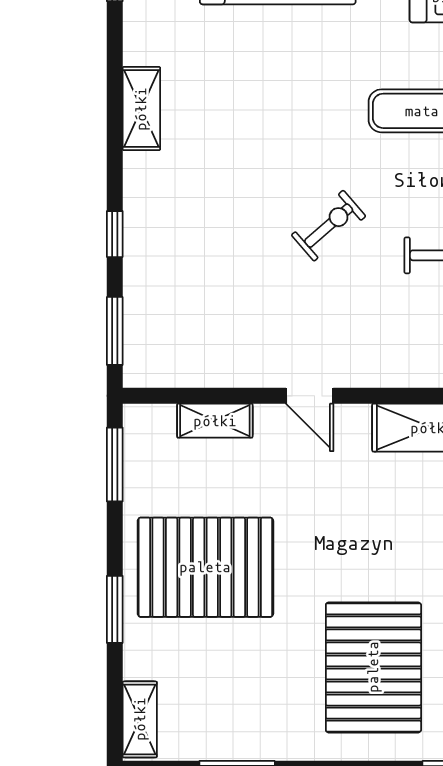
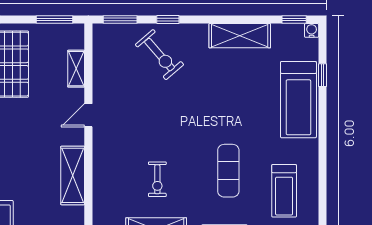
shelving: (141, 109) -> (240, 36), width x1.50, depth x1.33
exercise bike: (329, 226) -> (159, 55), moved, width x1.38, depth x1.39

